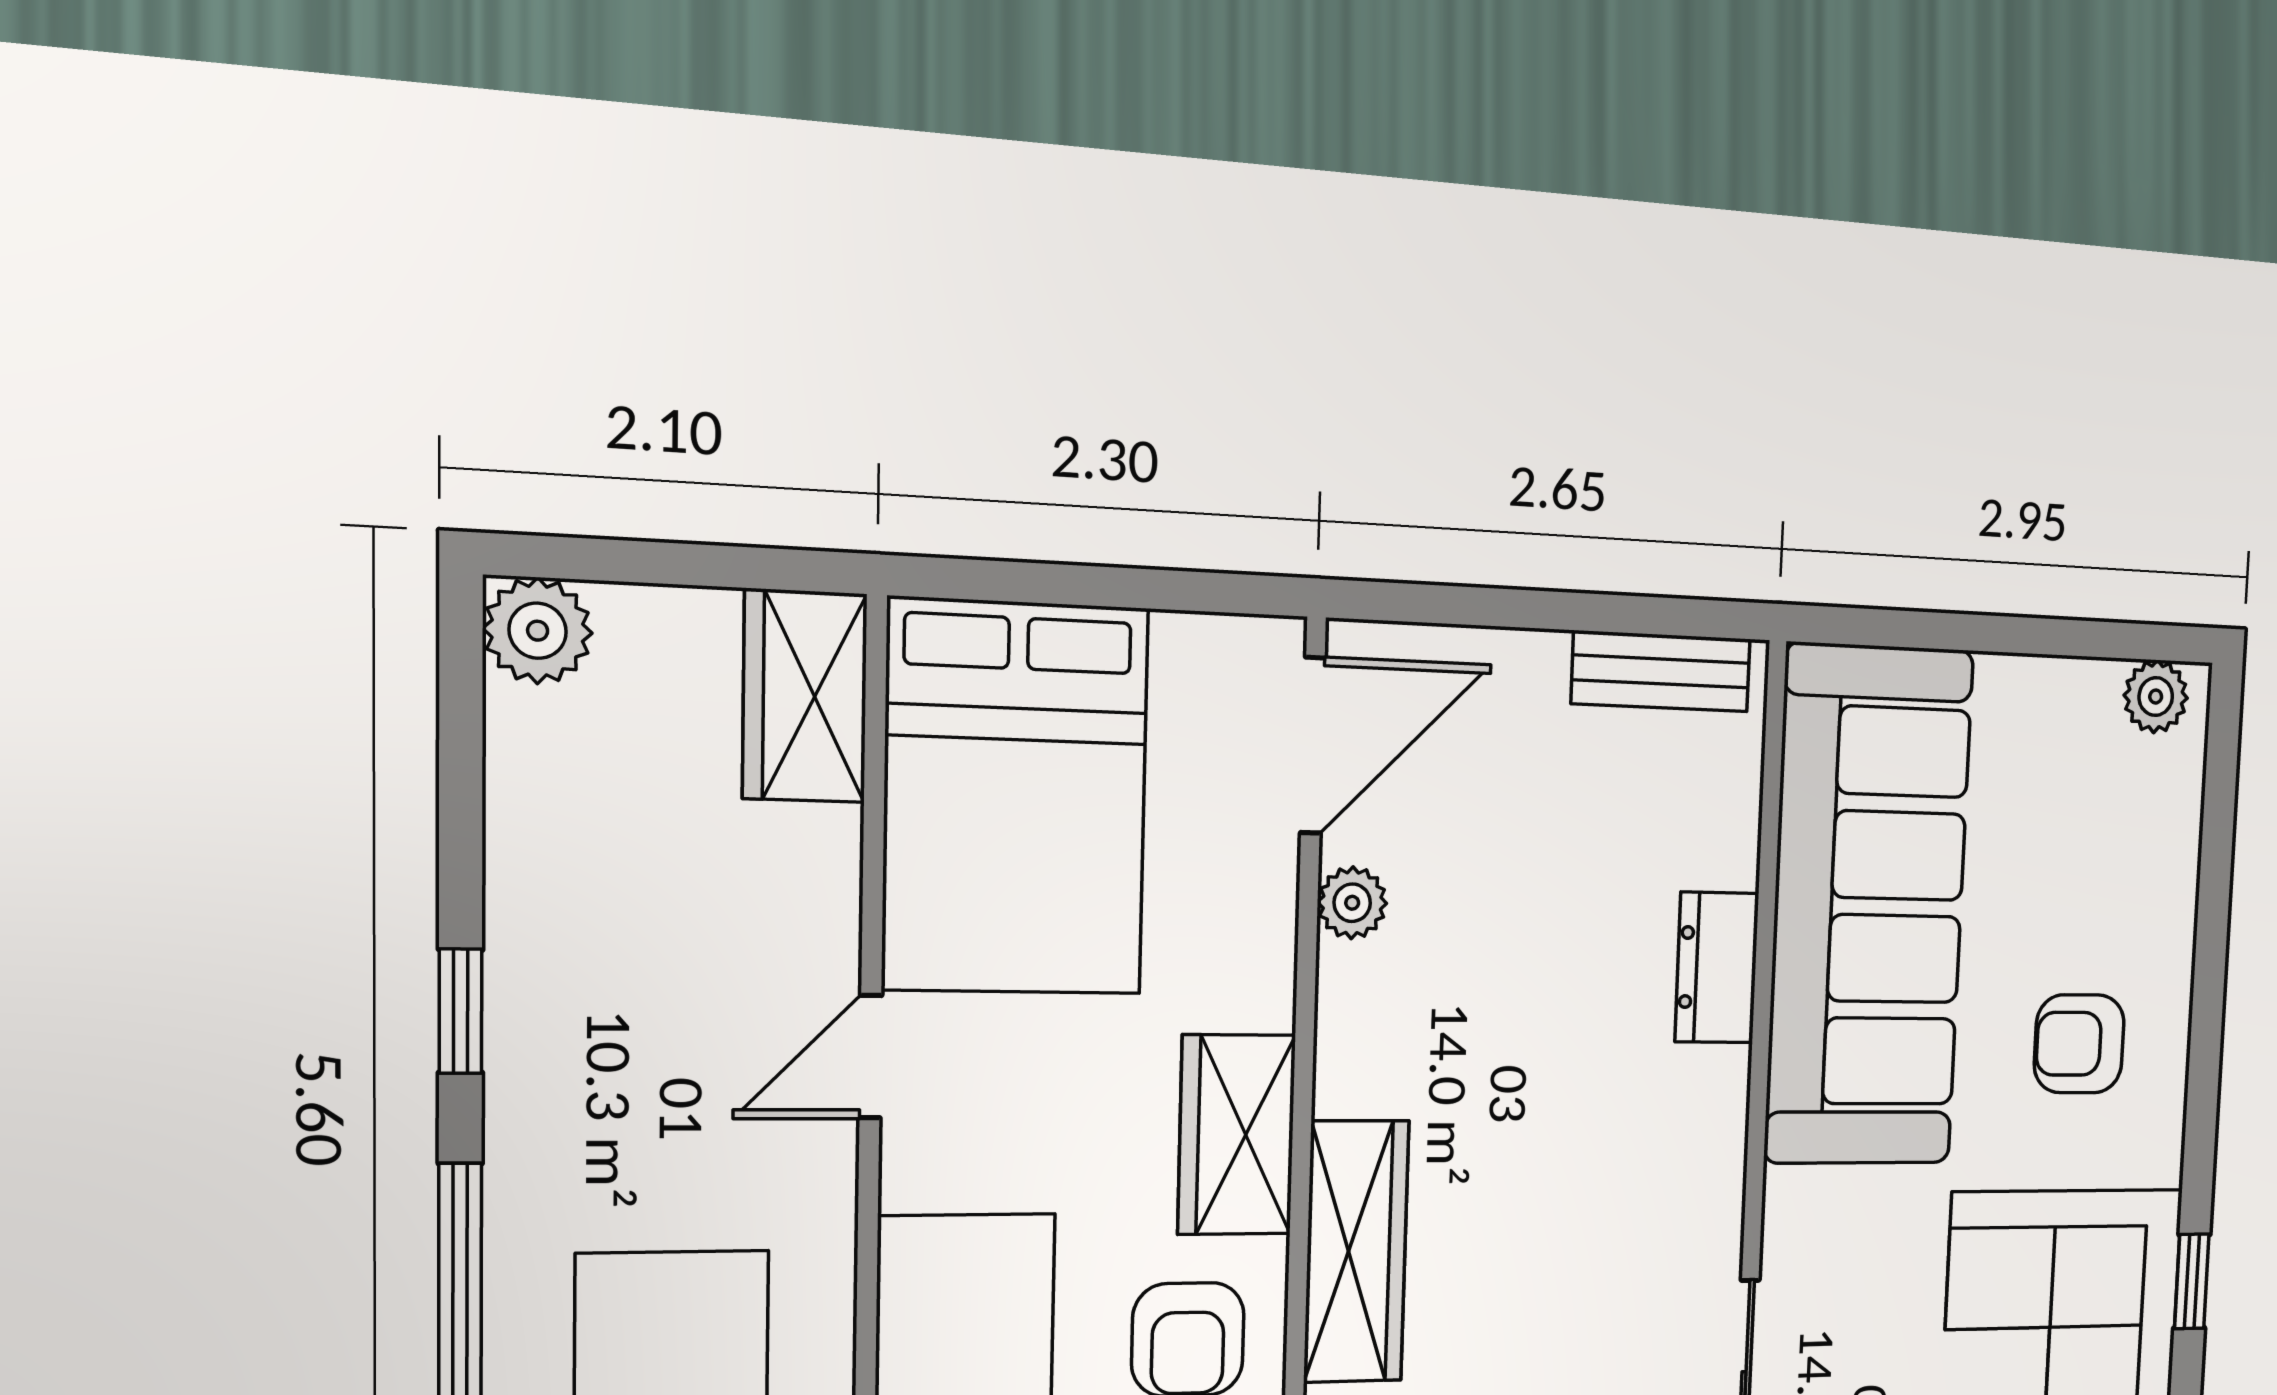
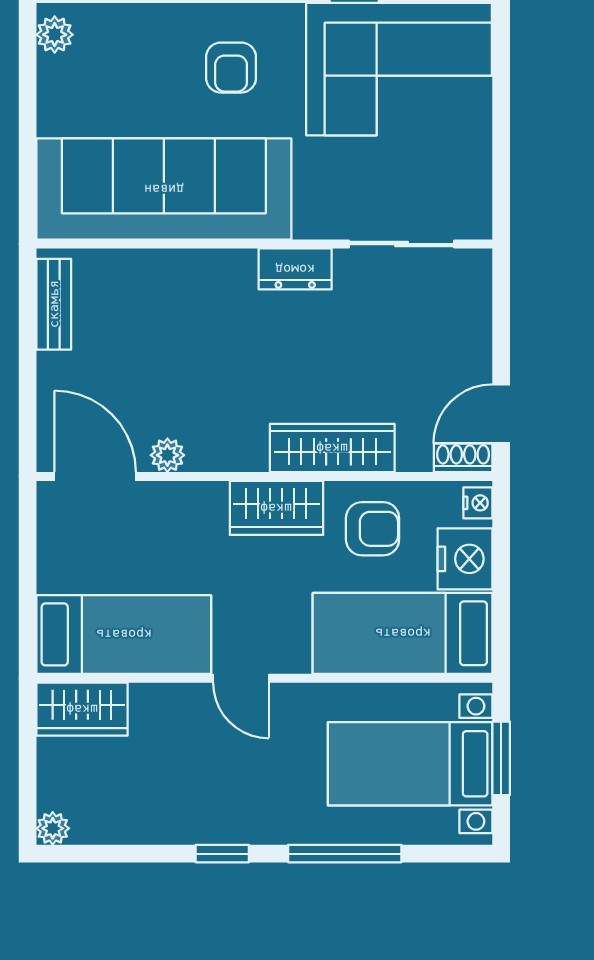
plant: (538, 631) -> (53, 828), width x0.73, depth x0.73
bed: (1016, 798) -> (124, 634), width x0.67
dresser: (1717, 968) -> (295, 269), moved

